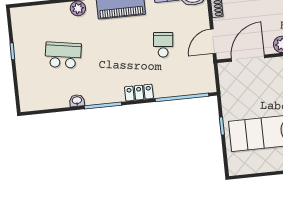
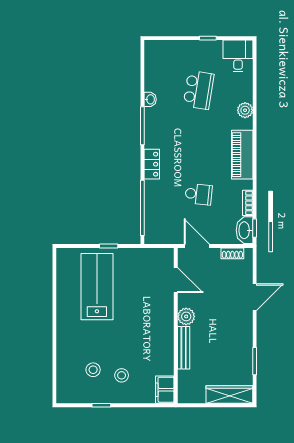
desk: (26, 20) -> (238, 56), added
door: (248, 58) -> (176, 280), width x0.73

